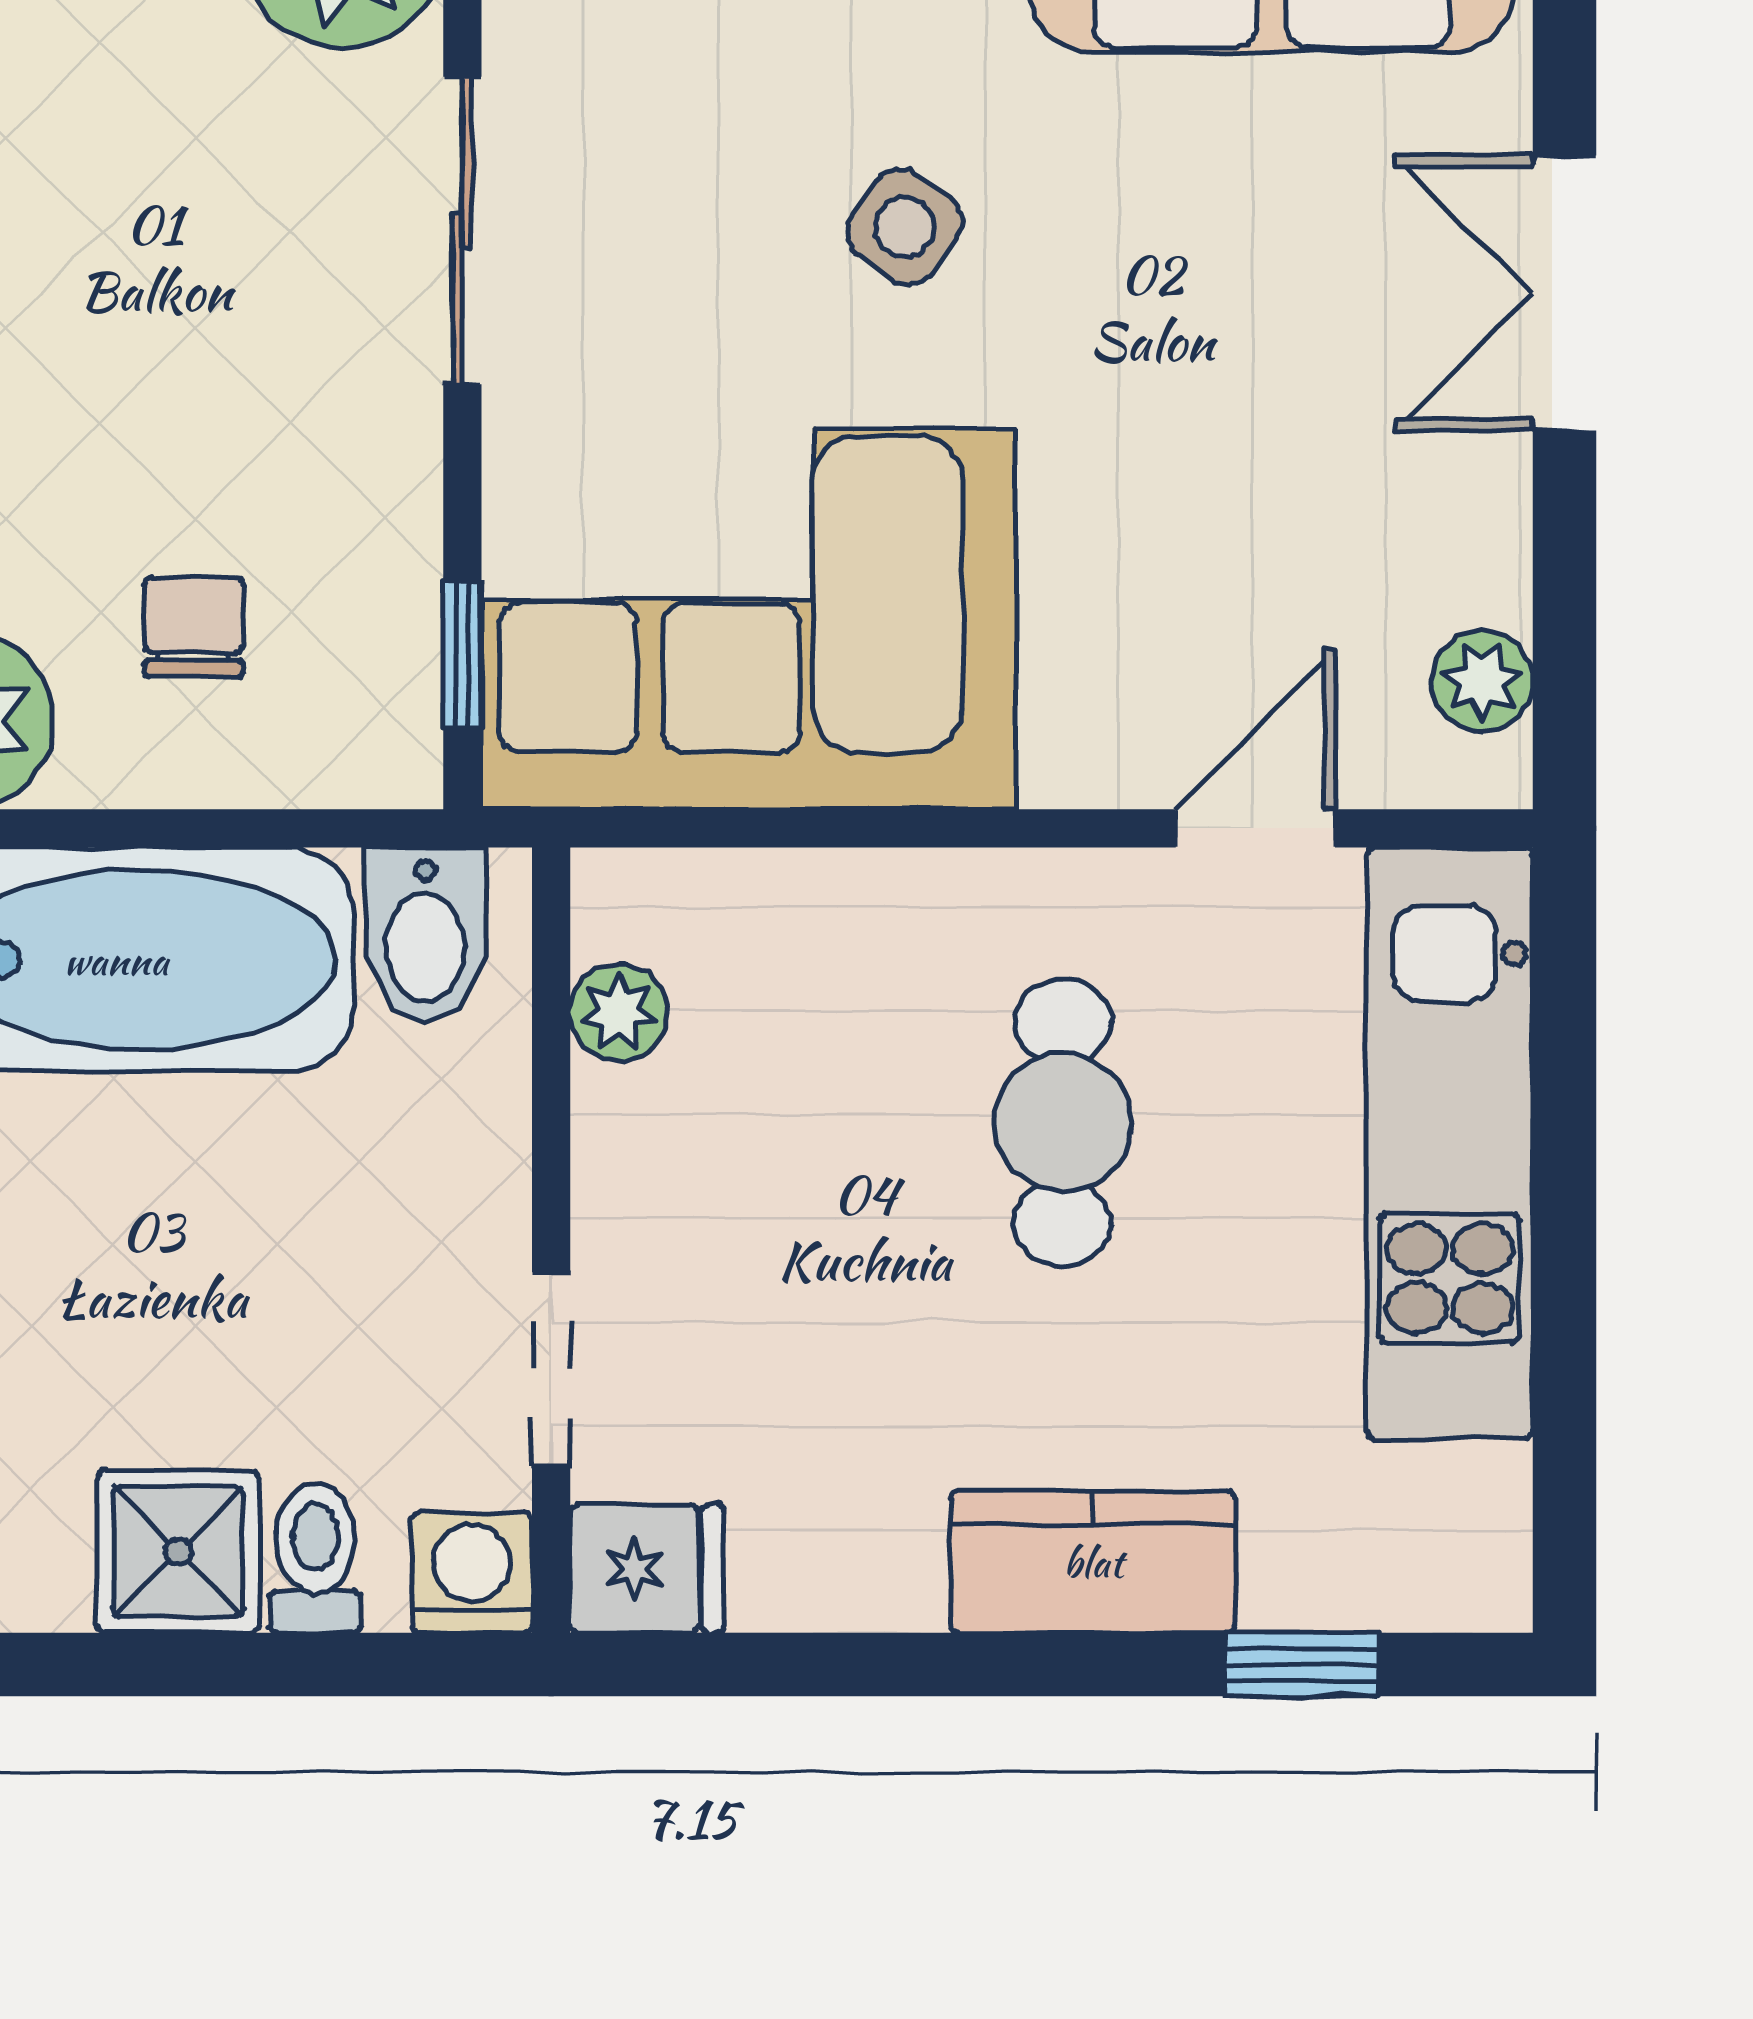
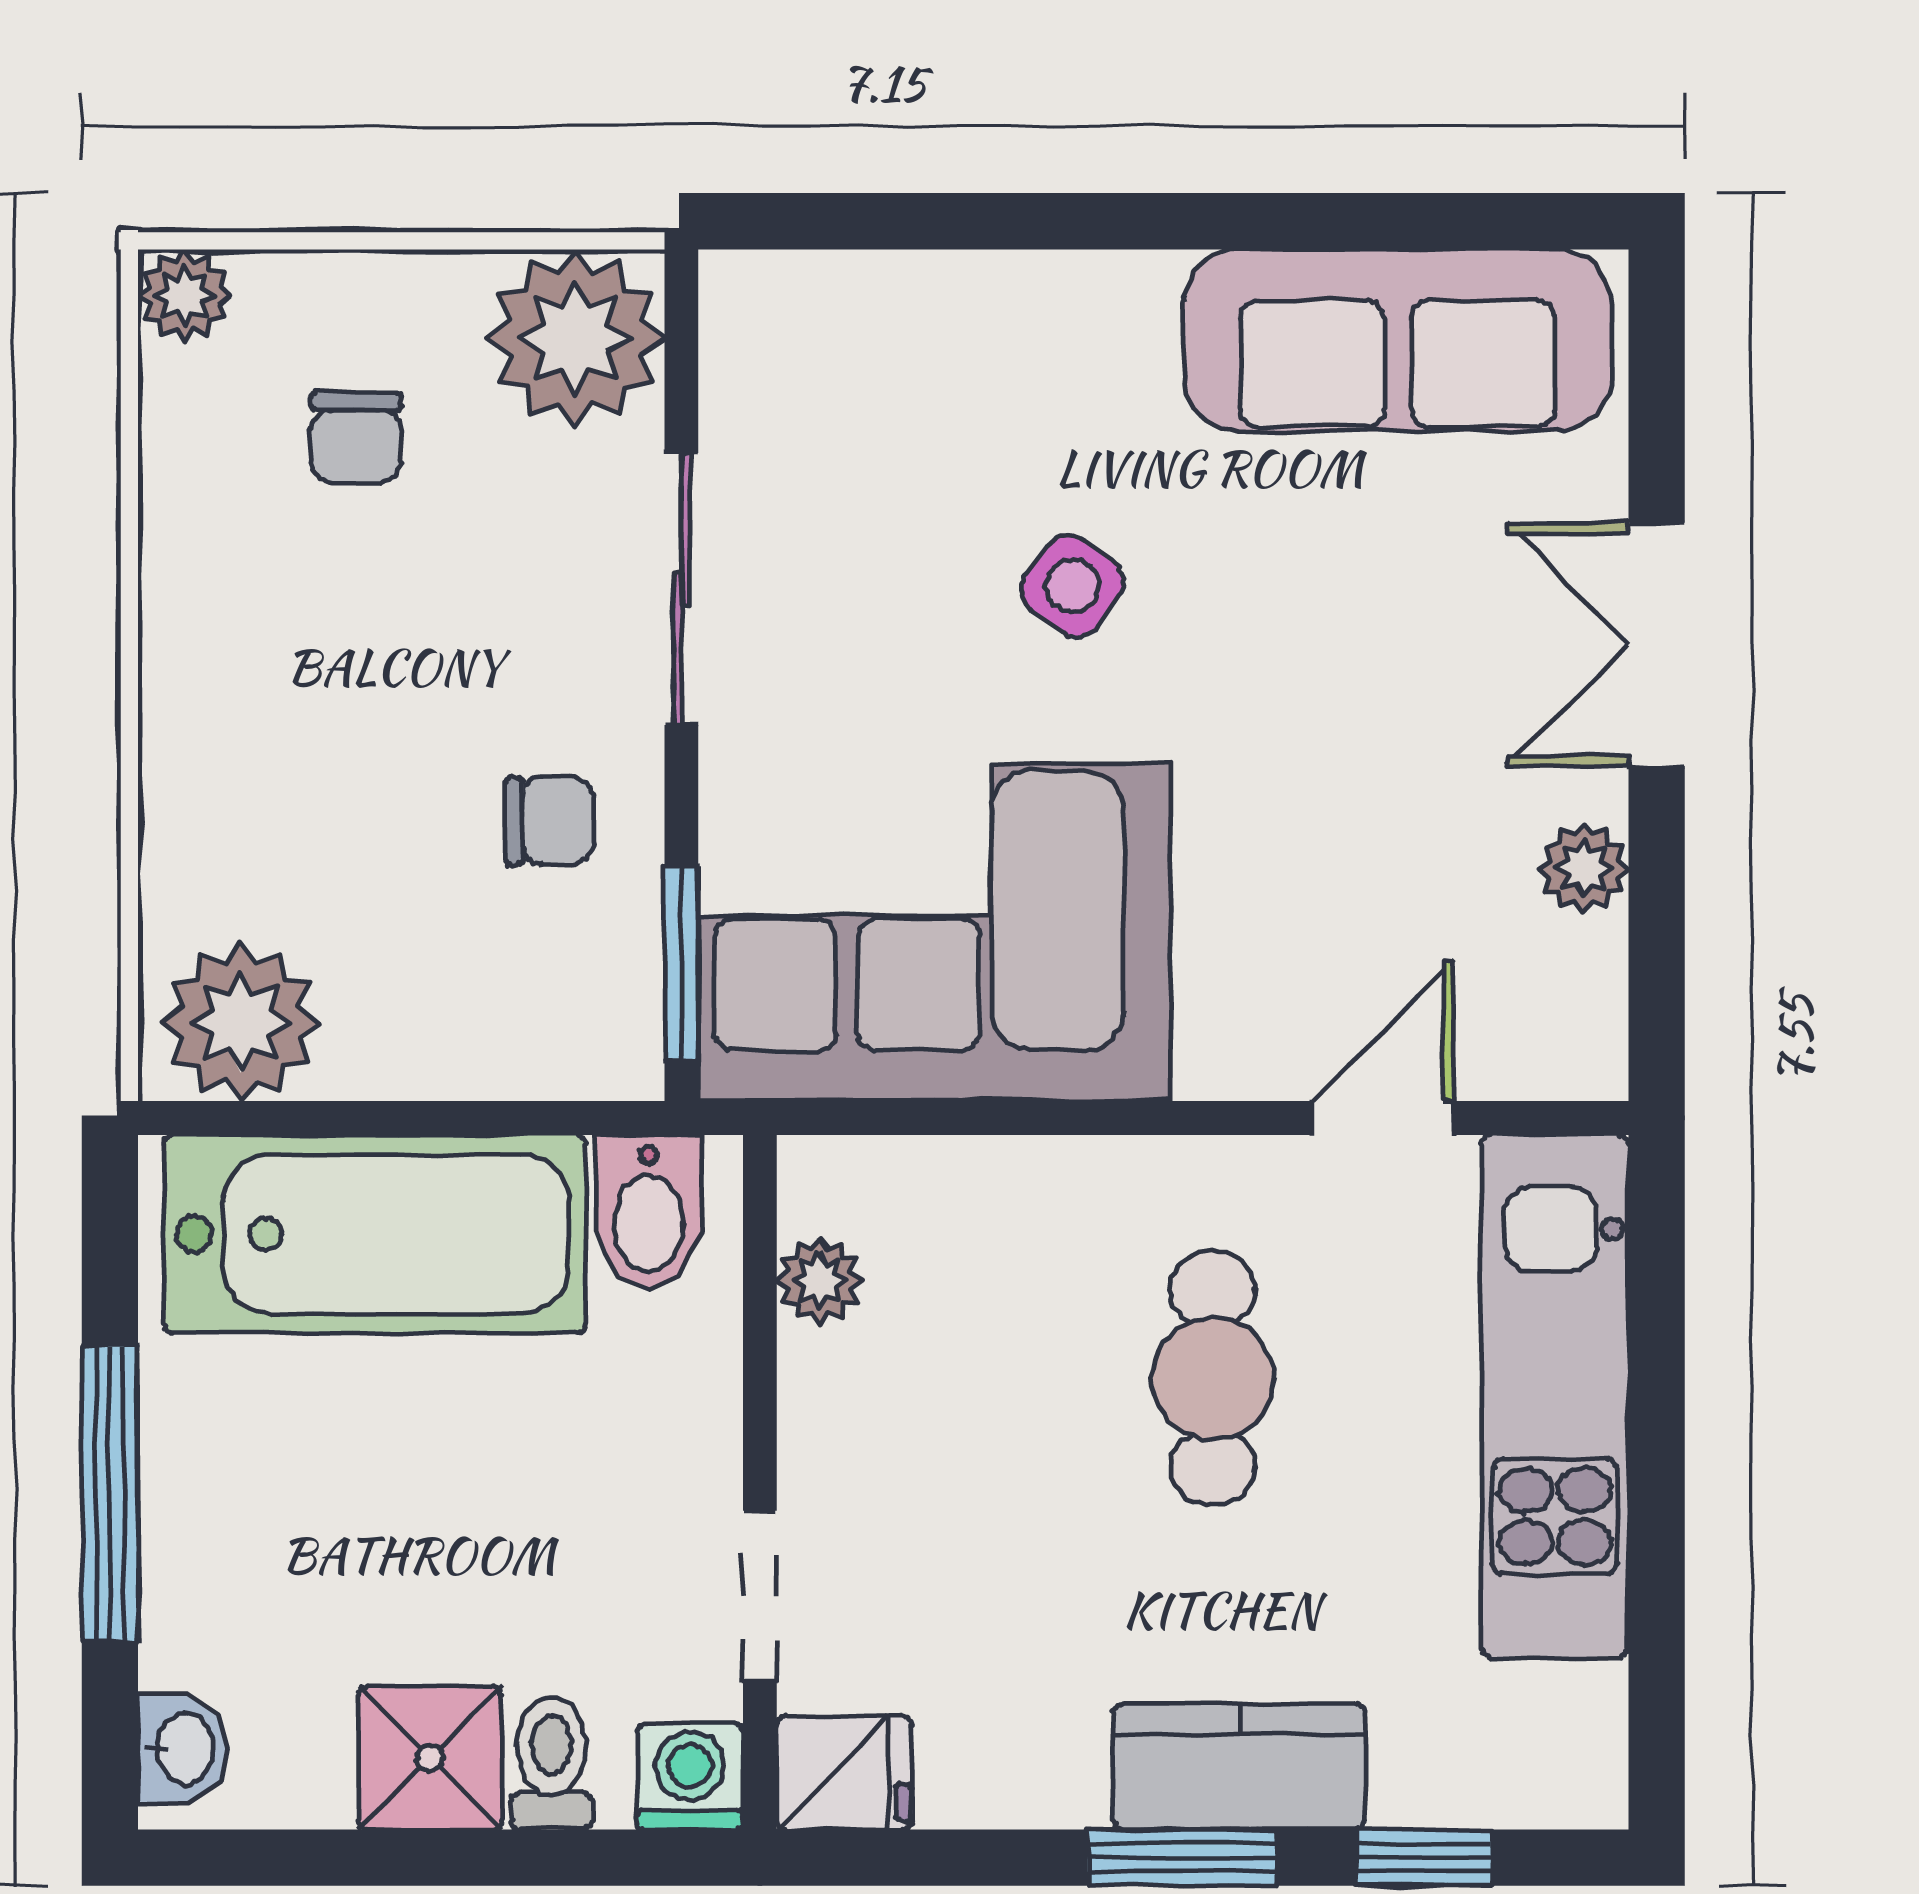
chair: (95, 60) -> (356, 438), added
chair: (194, 627) -> (549, 821), moved, turned 90
window: (462, 654) -> (681, 964), width x1.50
plant: (1482, 681) -> (1584, 868), moved
window: (1028, 1664) -> (1182, 1858), added

